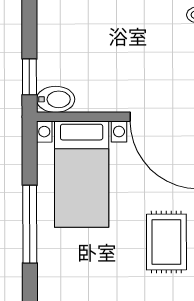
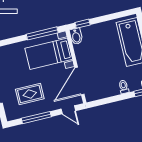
window: (30, 224) -> (42, 33), moved

